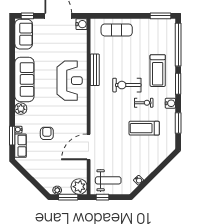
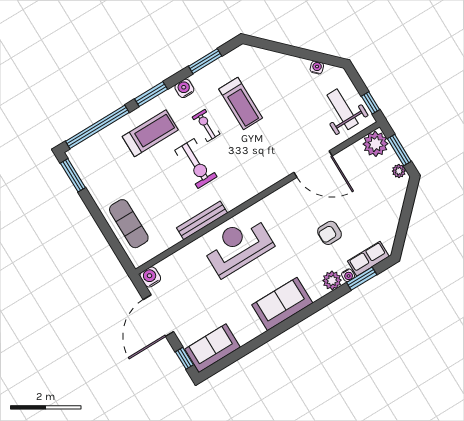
sofa: (24, 79) -> (282, 304), width x0.73
plant: (21, 109) -> (332, 280), moved

